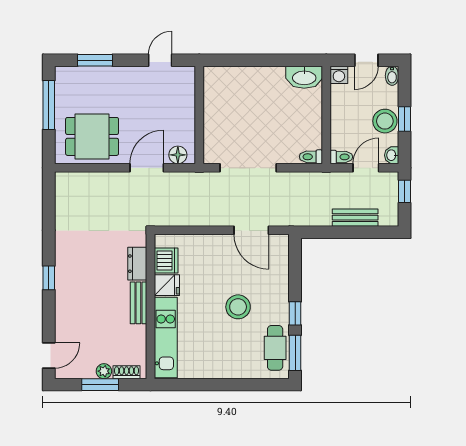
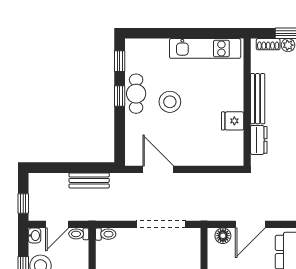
bench: (355, 218) -> (89, 180), moved
dishwasher: (166, 261) -> (233, 143), removed
bench: (138, 303) -> (258, 99), width x1.36
kitchen unit: (166, 338) -> (205, 48), moved, turned -90
cafe table: (275, 348) -> (136, 94), moved
window: (295, 353) -> (120, 61), width x0.67

